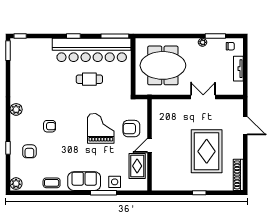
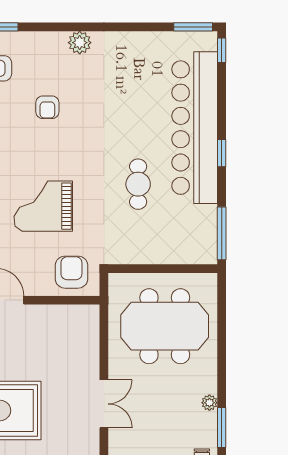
bar counter: (92, 50) -> (195, 128), moved
meeting table: (163, 65) -> (165, 326), turned 90
grand piano: (101, 128) -> (43, 206), turned 180
armchair: (131, 129) -> (71, 272), moved

